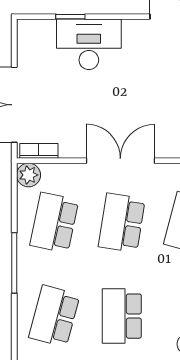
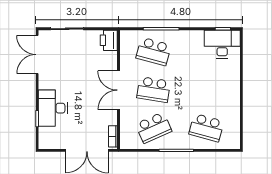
plant: (28, 175) -> (127, 142), removed
school desk: (54, 223) -> (154, 128), turned -36
school desk: (122, 316) -> (206, 90), removed

